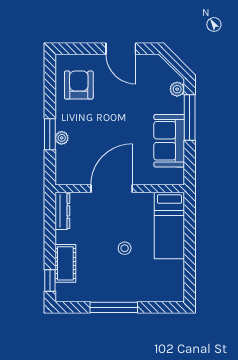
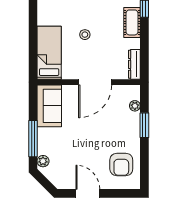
plant: (62, 138) -> (135, 106), moved
sofa: (169, 141) -> (49, 106), moved

